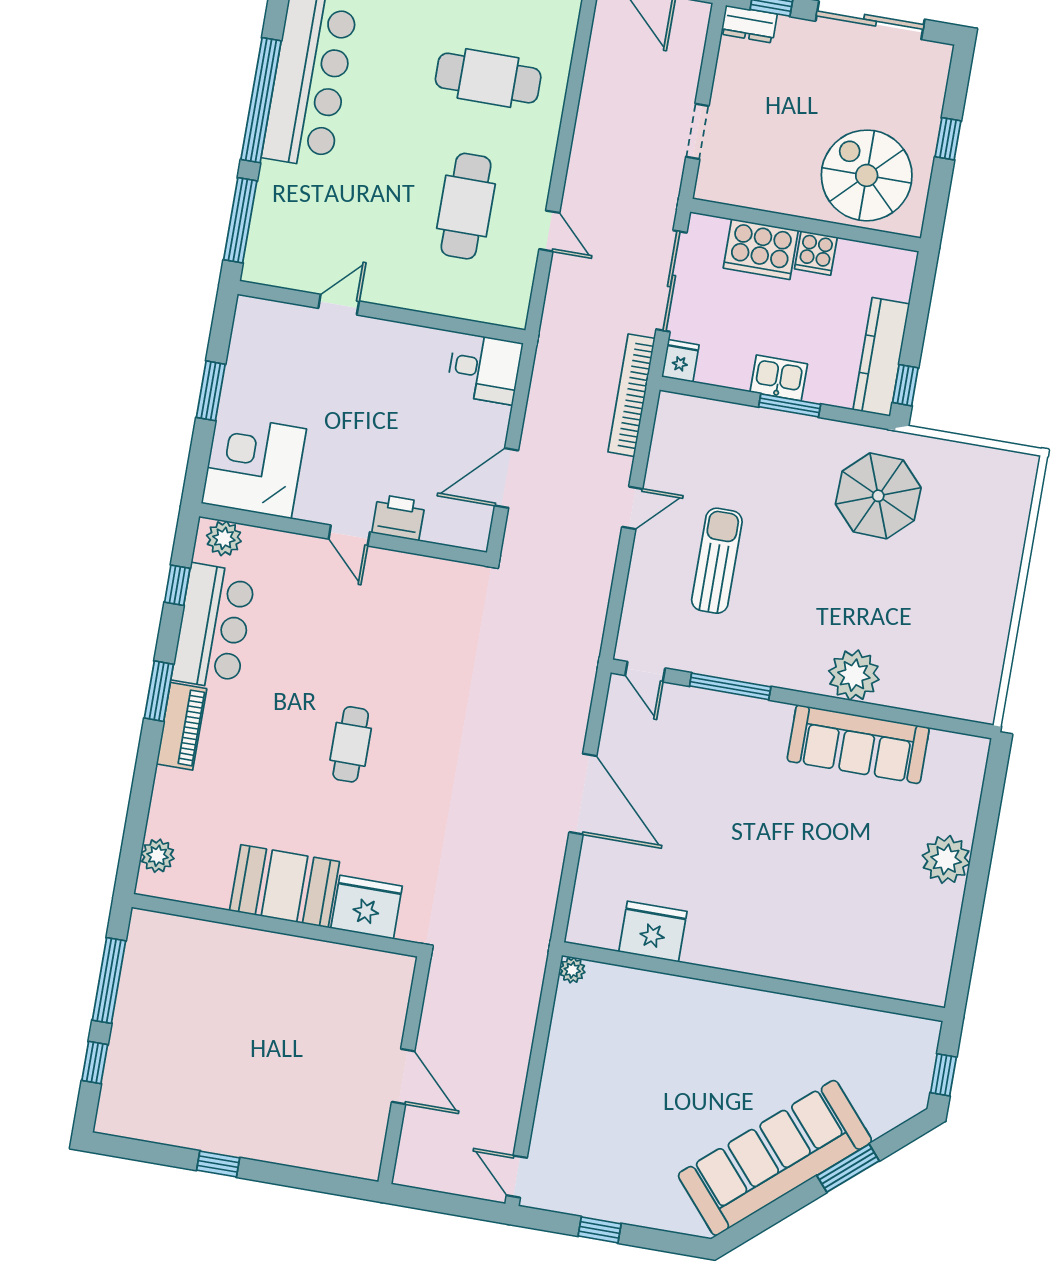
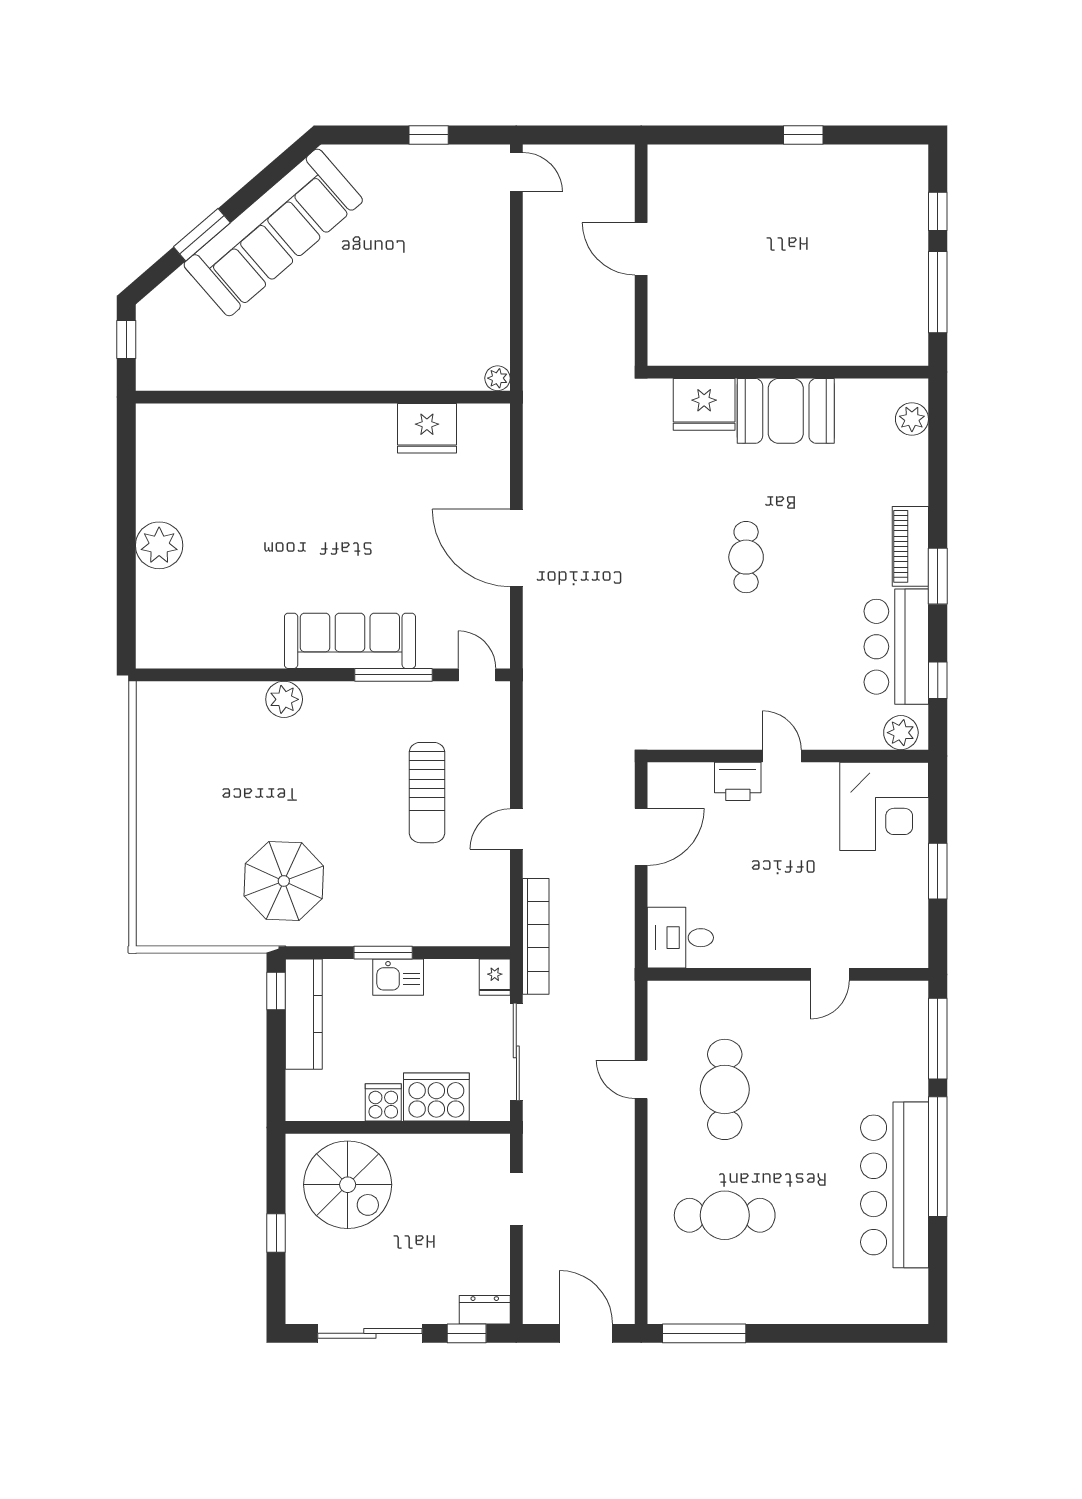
plant: (854, 675) -> (284, 699), width x0.73, depth x0.73
sofa: (858, 744) -> (350, 641), moved

